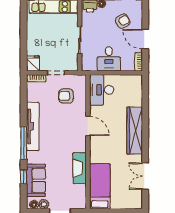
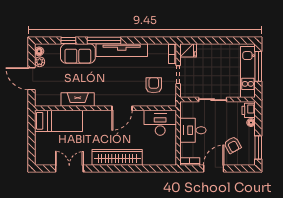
sofa: (36, 180) -> (78, 53), moved

